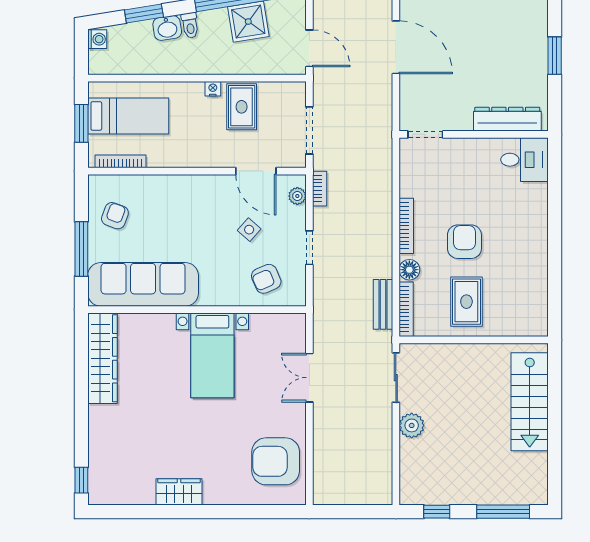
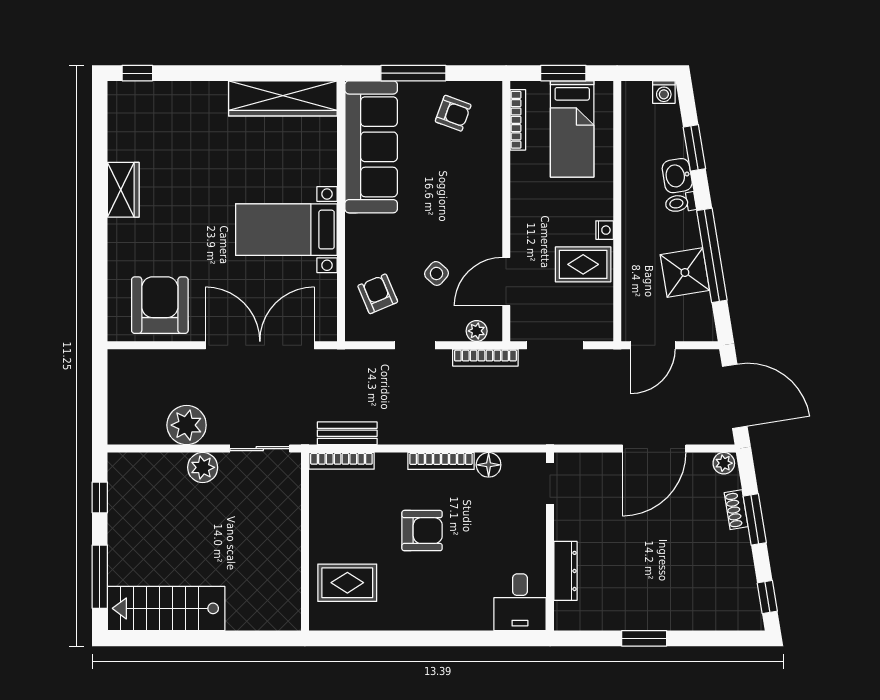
dresser: (507, 119) -> (566, 571), width x0.73, depth x0.80
bookcase: (320, 189) -> (485, 358), width x1.56
floor lamp: (409, 270) -> (489, 465), moved
rug: (466, 302) -> (347, 583), moved
double door: (309, 378) -> (260, 345), width x1.87
stairs: (530, 402) -> (166, 608), moved
plant: (376, 439) -> (187, 425), added

